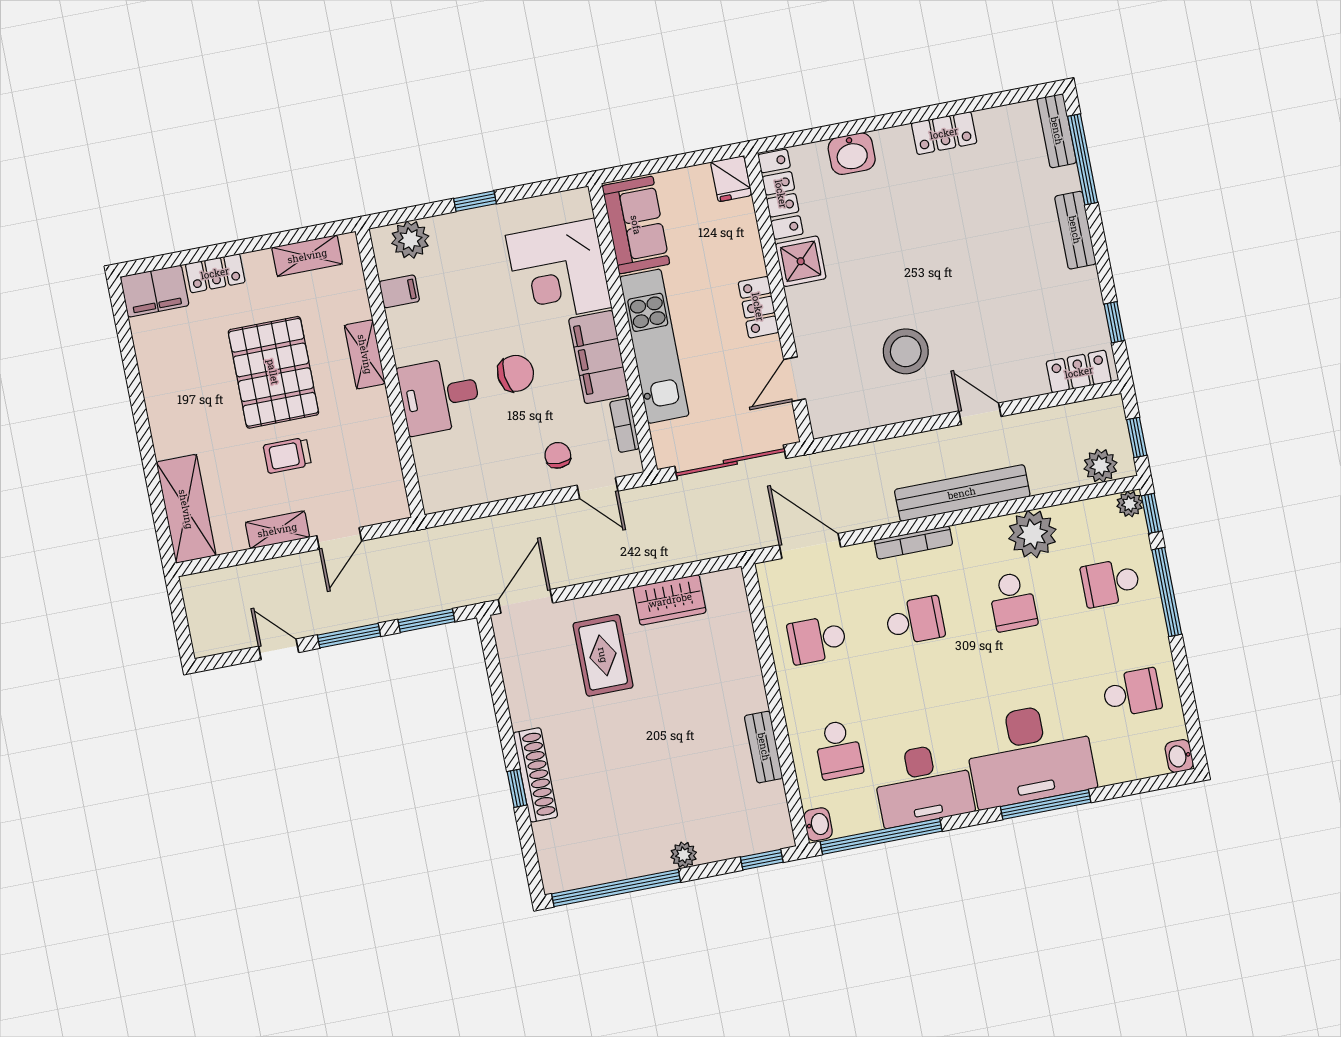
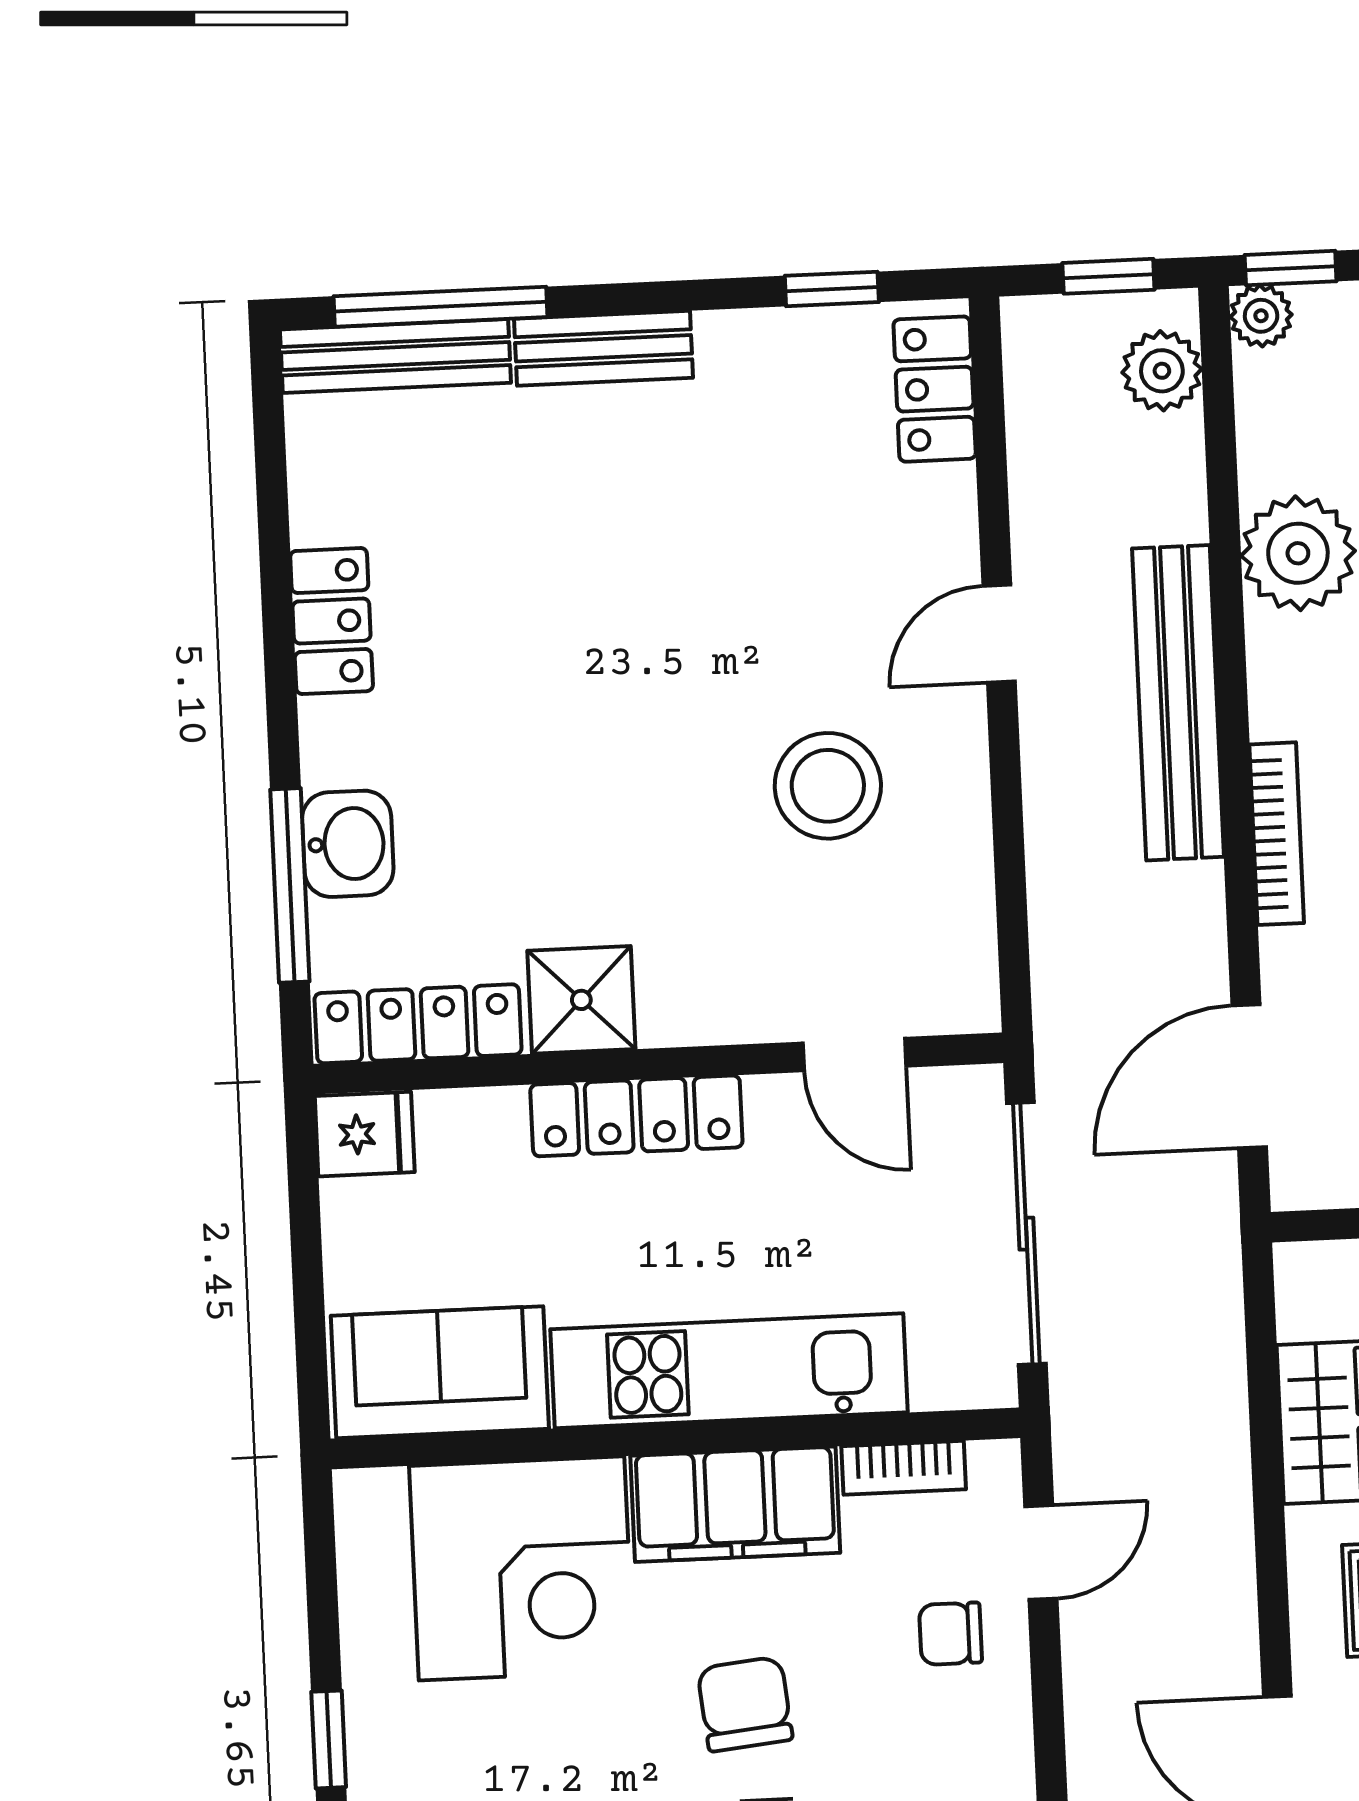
bench: (1057, 131) -> (395, 356), width x1.36
window: (831, 132) -> (290, 885), added
locker: (758, 307) -> (636, 1116), width x1.53

